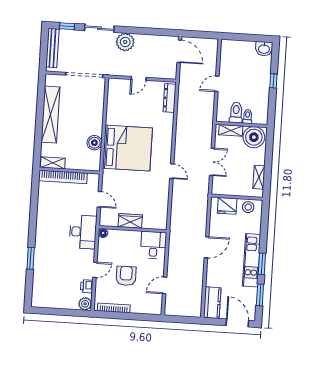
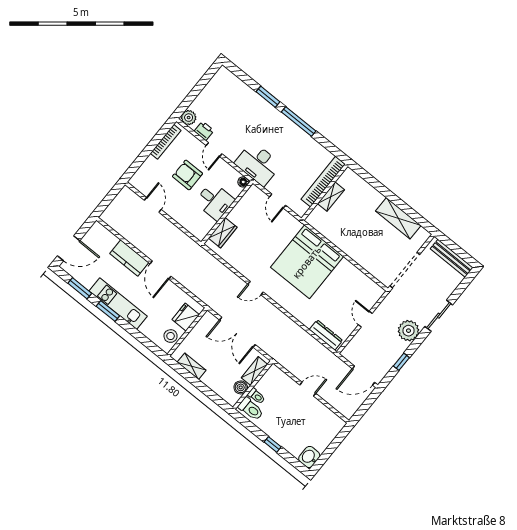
window: (67, 26) -> (401, 362), moved
door: (217, 84) -> (308, 389), hinge flipped
toilet: (236, 112) -> (251, 409), moved
shelving: (51, 115) -> (398, 218), width x0.68
boiler: (254, 137) -> (241, 387), width x0.54, depth x0.54
boiler: (94, 143) -> (334, 234), removed
double door: (212, 162) -> (237, 332), width x1.37
shelving: (53, 163) -> (331, 197), moved
door: (99, 199) -> (278, 201), hinge flipped
wardrobe: (130, 221) -> (223, 233), moved
window: (33, 224) -> (299, 122), added
desk: (153, 245) -> (215, 201), moved
armchair: (126, 276) -> (188, 175), turned 180
kitchen counter: (212, 303) -> (129, 258), moved

